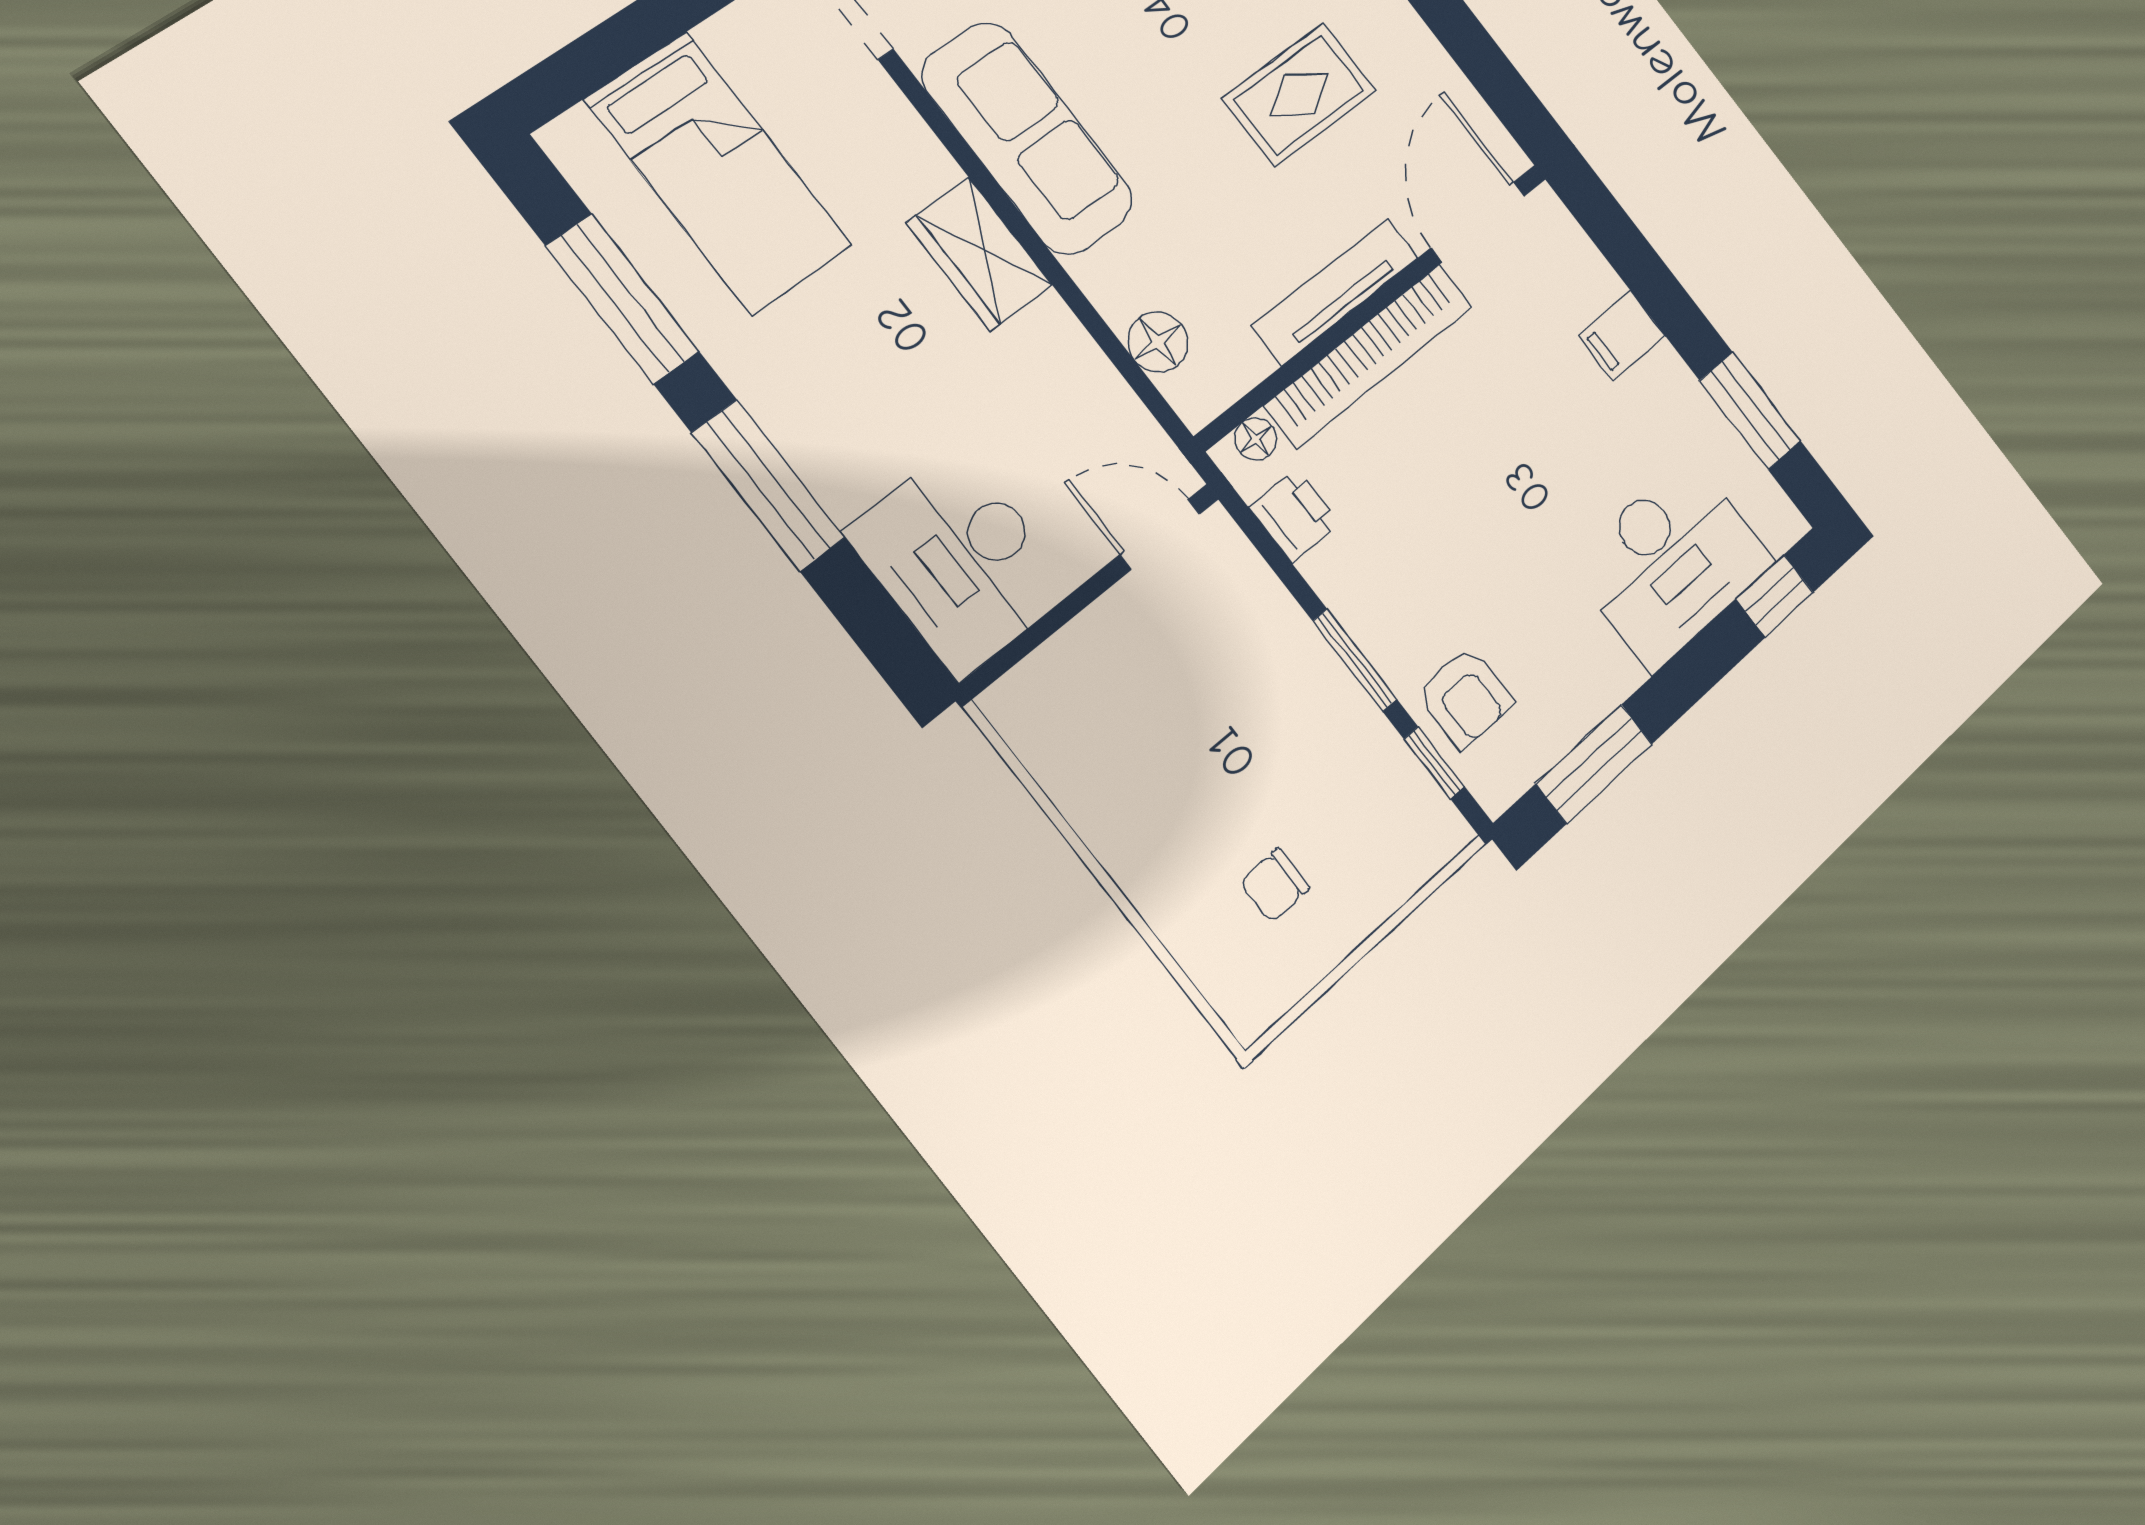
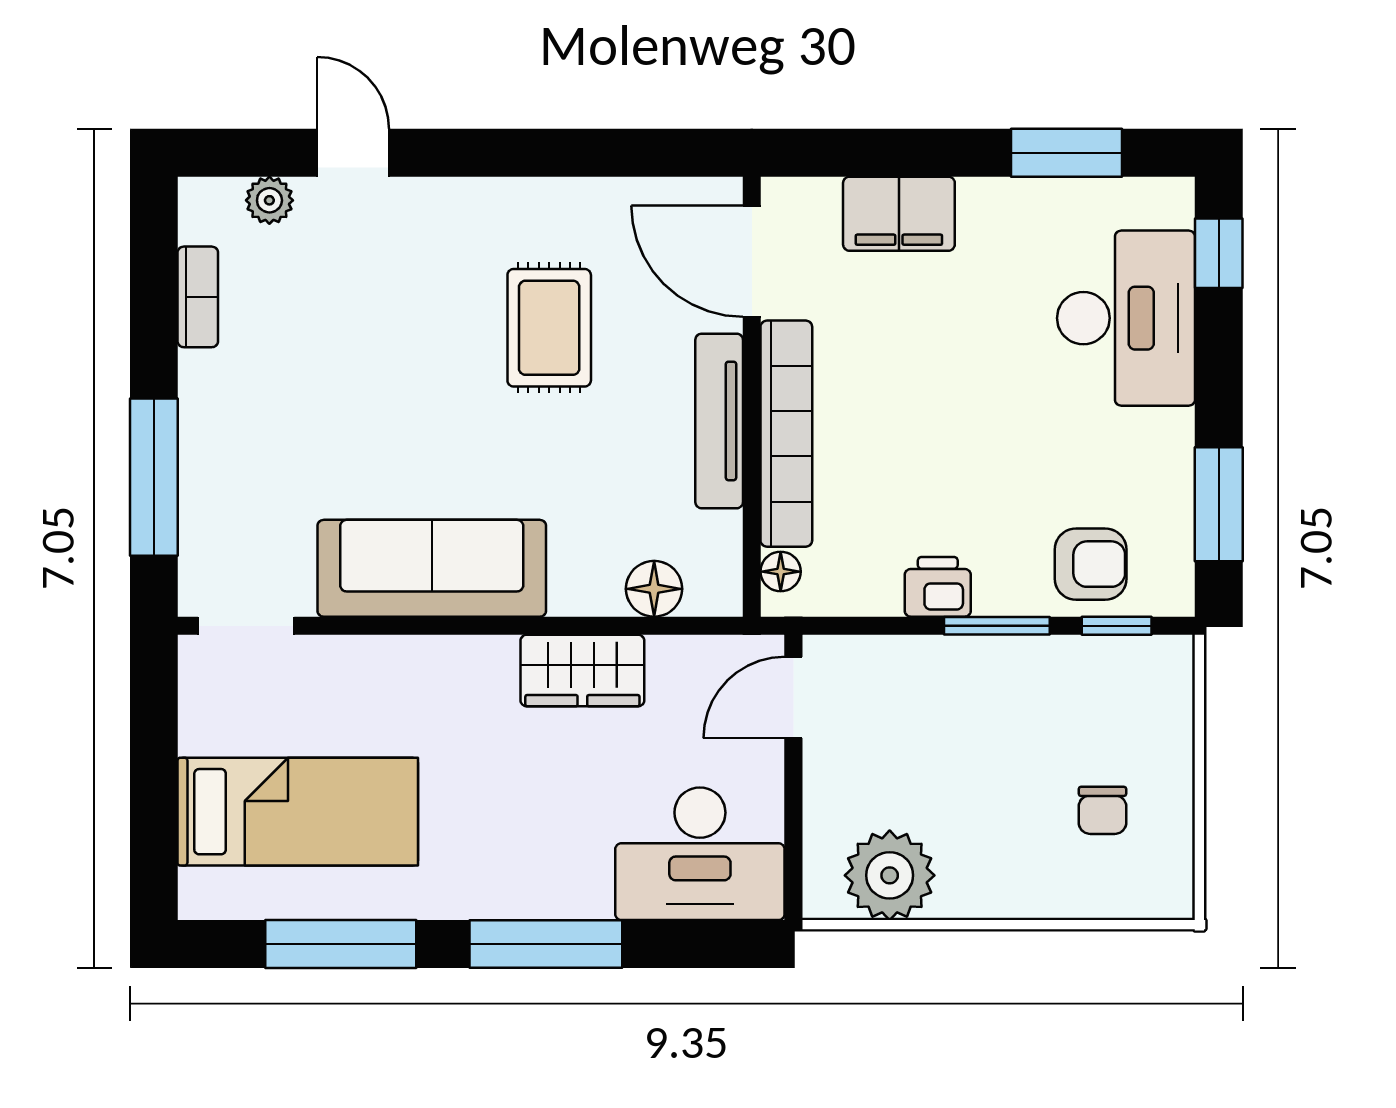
wardrobe: (980, 254) -> (582, 671), moved
filing cabinet: (1622, 335) -> (899, 214), width x2.00
printer: (1295, 515) -> (938, 587), moved
plant: (1072, 745) -> (890, 875), added

